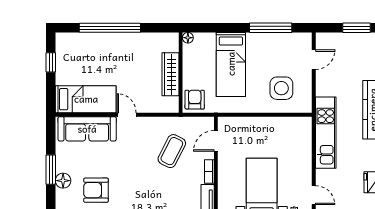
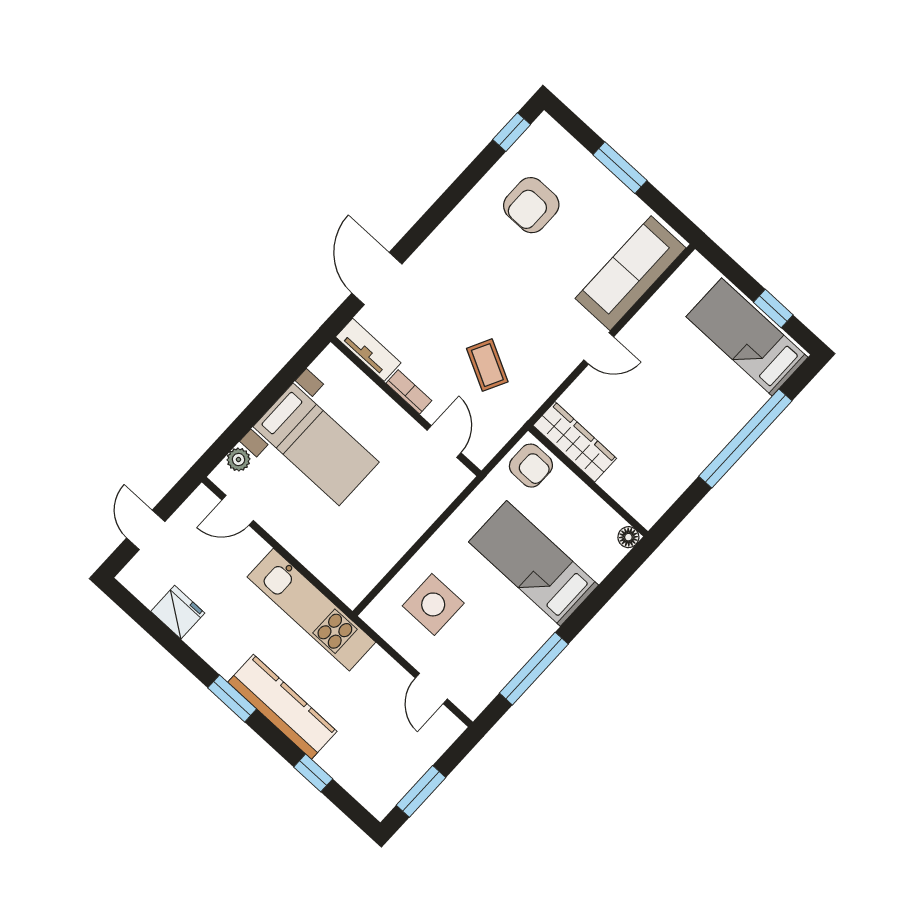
wardrobe: (170, 74) -> (575, 442), moved
bed: (86, 99) -> (747, 337), moved, turned 90
coffee table: (172, 151) -> (487, 365), width x0.73, depth x0.77
floor lamp: (63, 181) -> (588, 171), removed
armchair: (96, 190) -> (531, 205), turned 180

